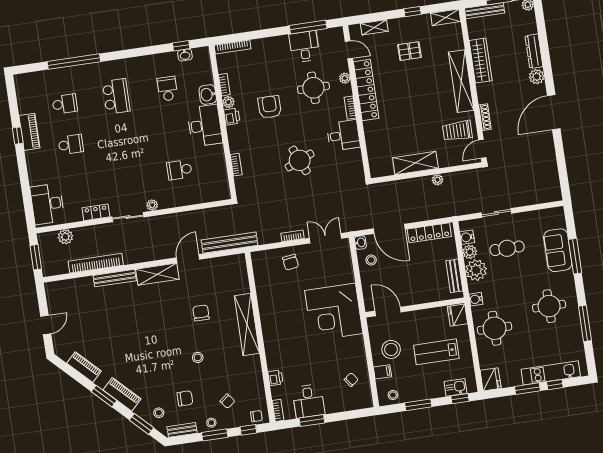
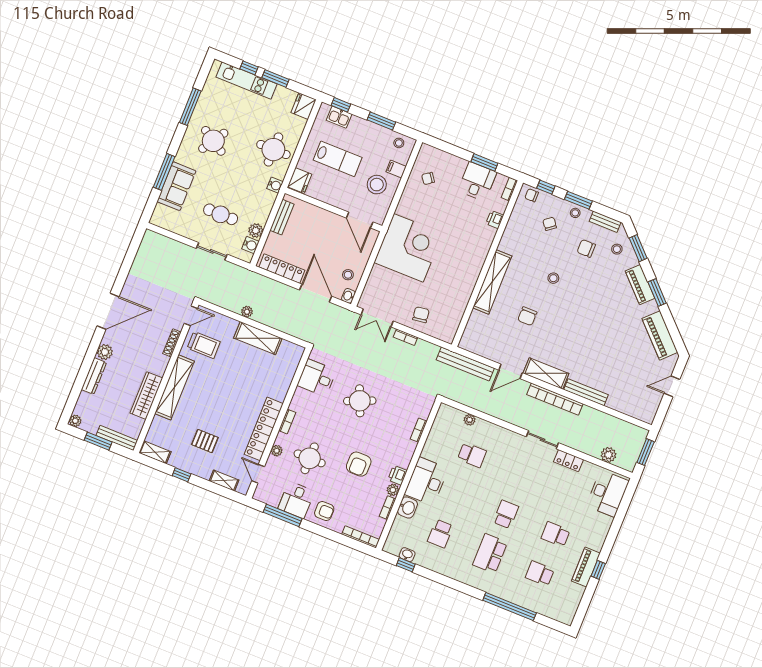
armchair: (276, 51) -> (324, 511), added
desk: (343, 135) -> (317, 378), moved
school desk: (122, 137) -> (506, 514), added
plant: (152, 205) -> (470, 420), moved
bookcase: (96, 263) -> (555, 399), moved
plant: (476, 270) -> (260, 211), removed
round table: (549, 306) -> (213, 141), turned 32
piano: (84, 367) -> (660, 335), width x1.37, depth x1.33

